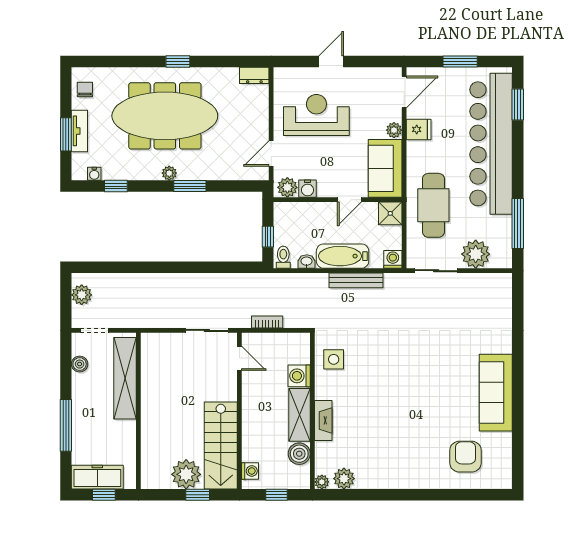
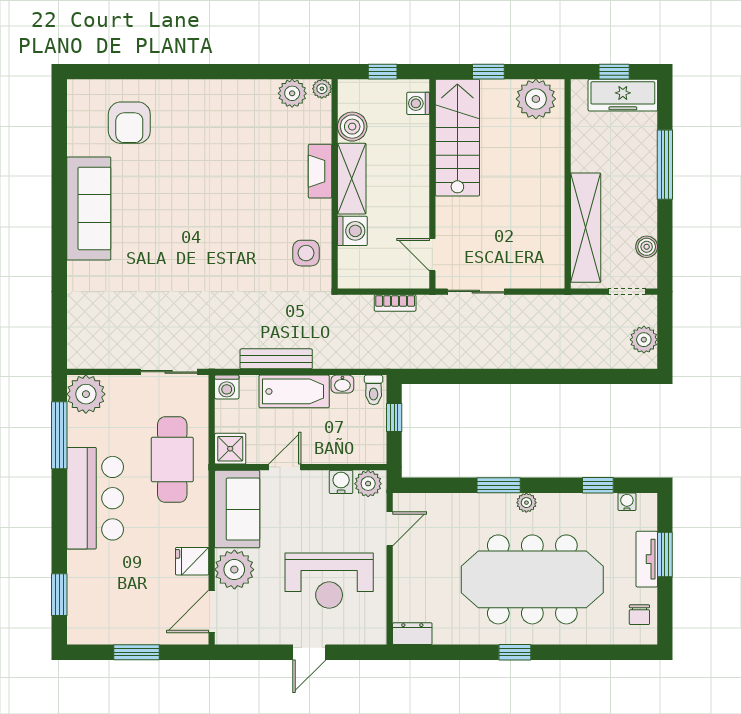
plant: (394, 130) -> (234, 570), width x1.88, depth x1.88
bar counter: (491, 144) -> (95, 498), width x0.54
plant: (476, 254) -> (86, 394), moved
plant: (186, 474) -> (536, 99), moved

